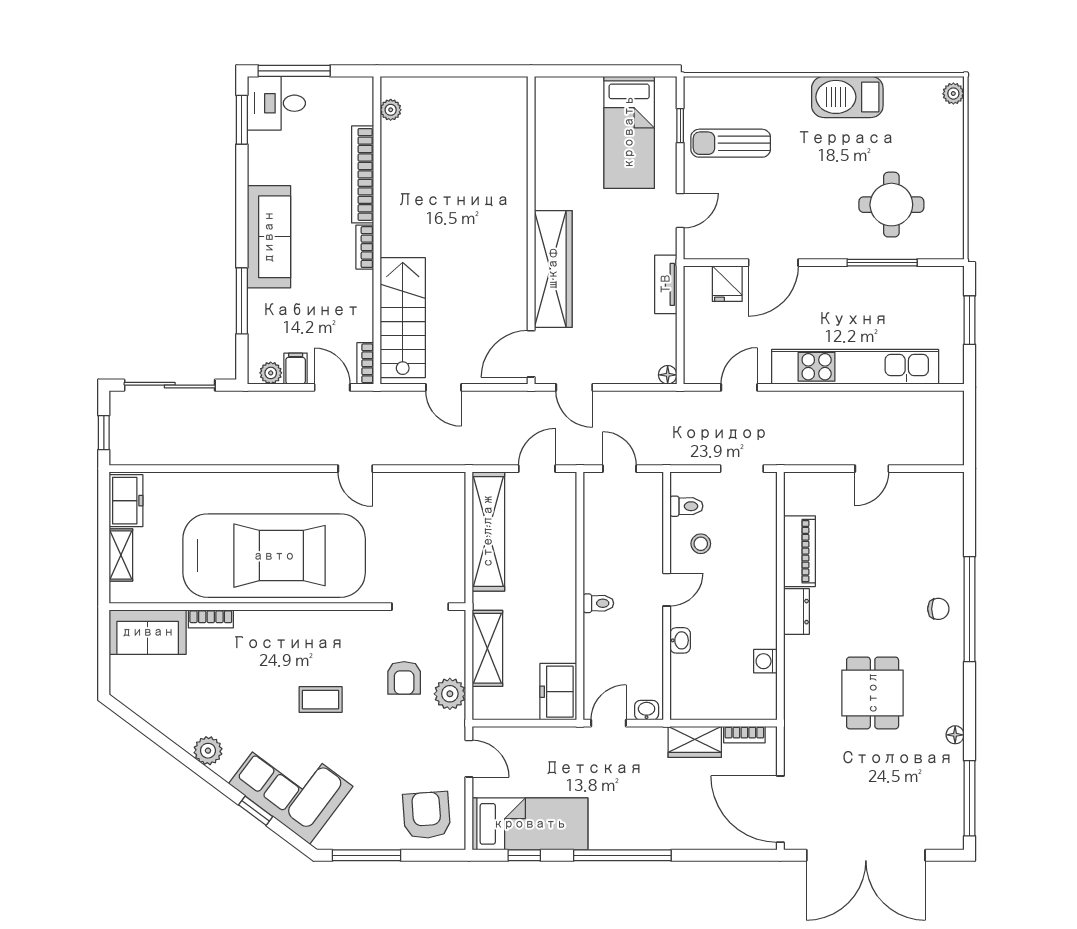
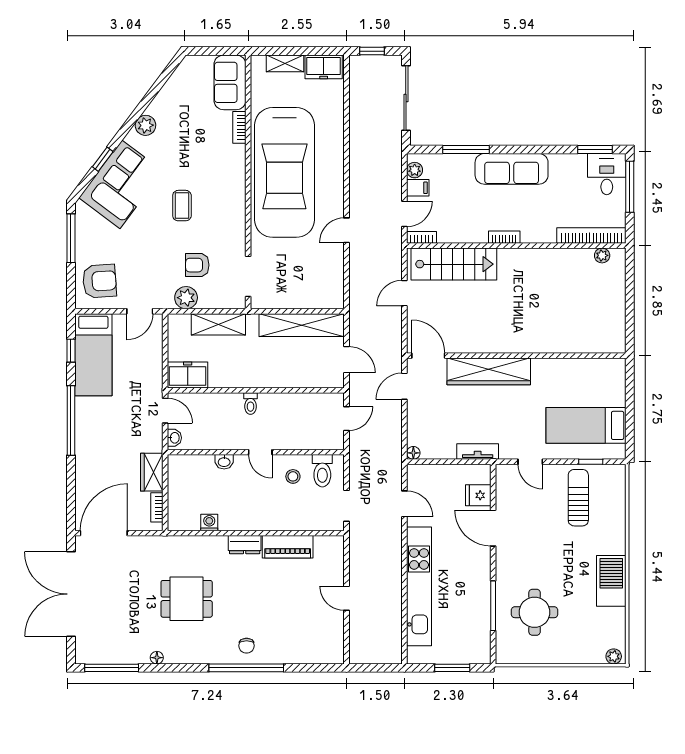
bookcase: (363, 174) -> (591, 235), moved
toilet: (686, 506) -> (322, 471), width x1.37, depth x1.39

